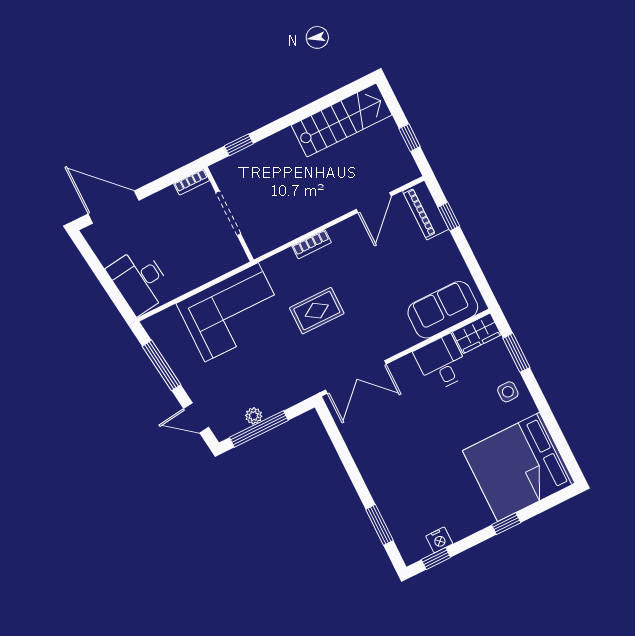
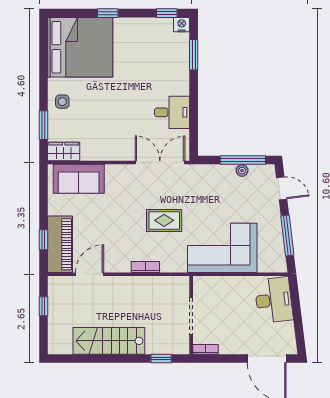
stairs: (342, 120) -> (109, 341), moved
piano: (426, 210) -> (60, 244), width x1.37, depth x1.33
desk: (442, 363) -> (172, 112), moved, turned -90
nightstand: (439, 540) -> (182, 25), moved

